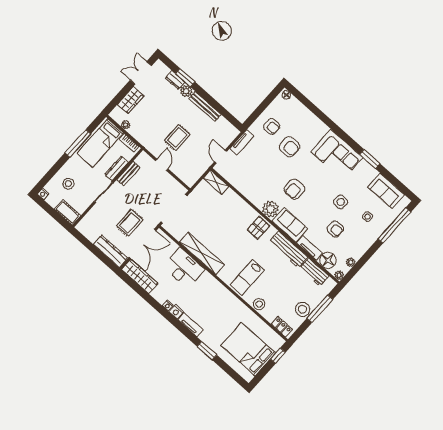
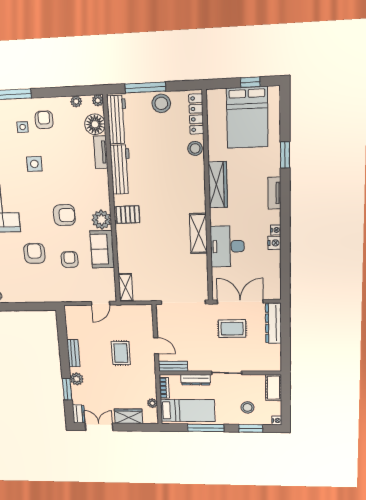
double door: (141, 73) -> (99, 427), swing flipped
dresser: (175, 80) -> (79, 414), moved
bench: (205, 106) -> (73, 353), width x0.73
armchair: (272, 127) -> (70, 259), moved
rug: (177, 137) -> (121, 353), turned 90
tv unit: (242, 142) -> (71, 297), removed
door: (162, 165) -> (156, 346), swing flipped
window: (52, 172) -> (251, 428), added
bench: (128, 174) -> (173, 366), moved
sofa: (290, 225) -> (102, 249), moved
armchair: (335, 229) -> (44, 120), moved
shelving: (202, 253) -> (198, 233), width x0.68
workbench: (314, 272) -> (117, 120), width x1.38
wardrobe: (140, 277) -> (218, 185), moved, turned 180
lab bench: (247, 277) -> (181, 183), removed
nightstand: (176, 312) -> (274, 243), moved
locker: (282, 327) -> (196, 114), width x1.53
window: (278, 356) -> (250, 82), moved

